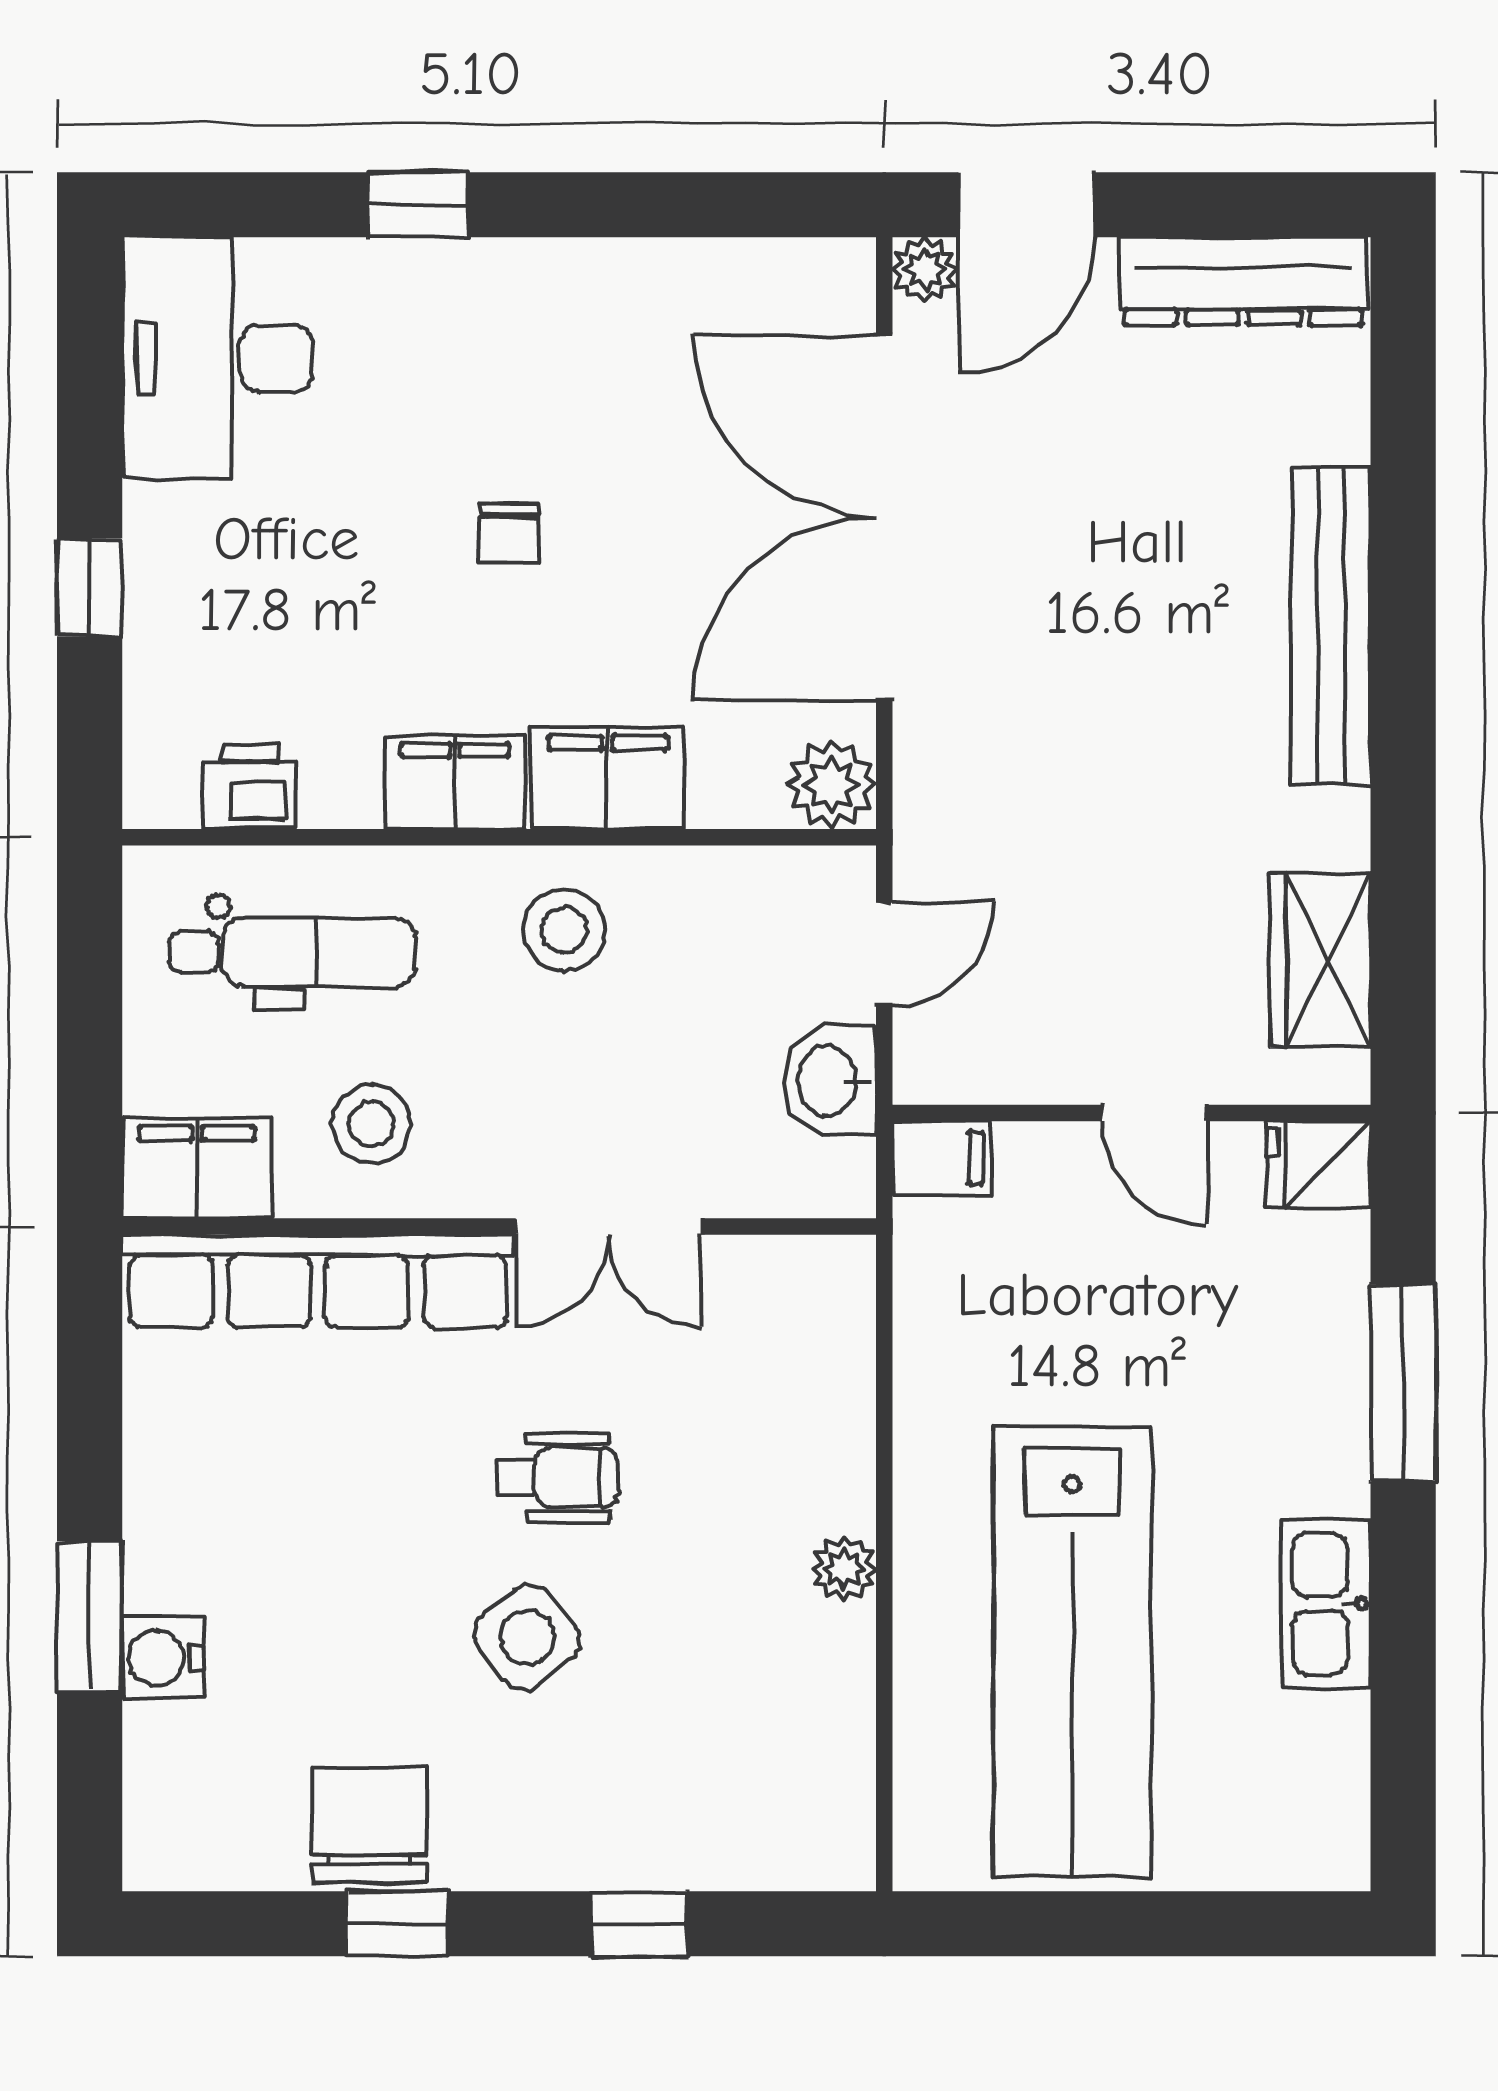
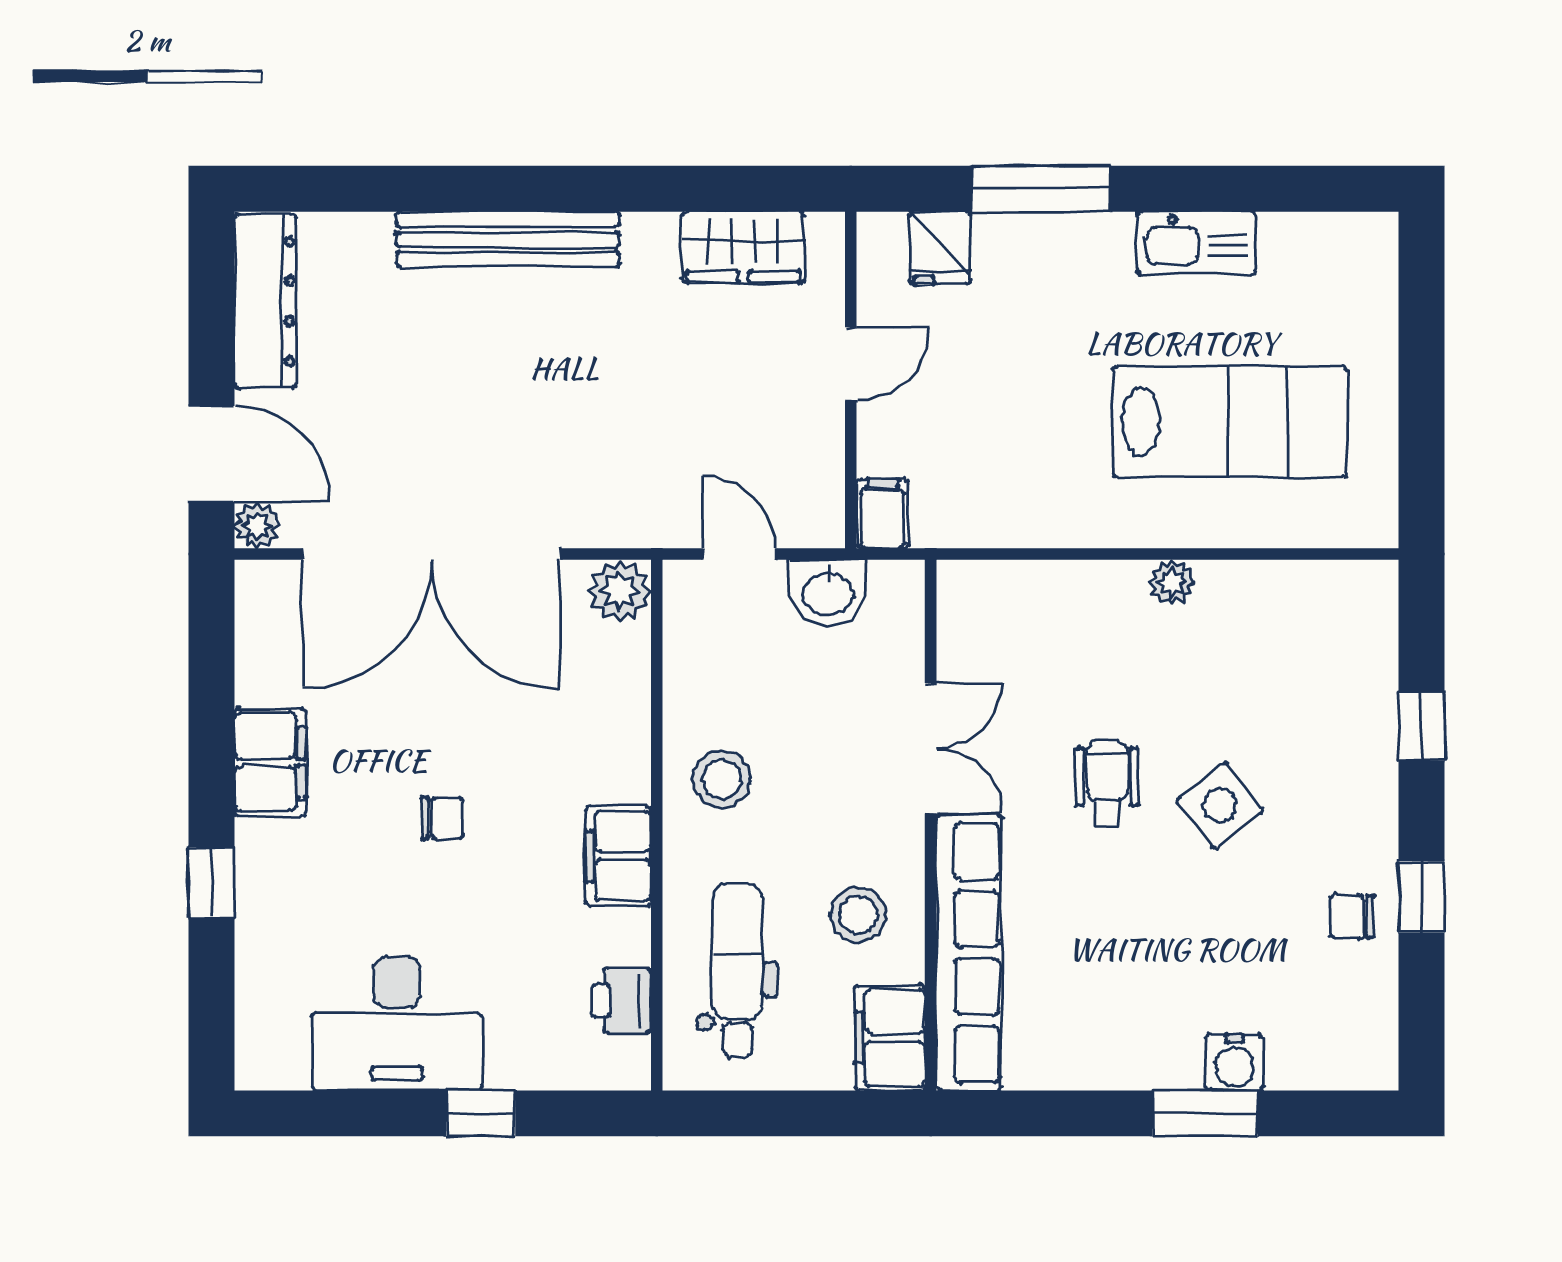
desk: (217, 358) -> (397, 1024), moved
filing cabinet: (608, 778) -> (270, 762), moved, turned 180
fridge: (1319, 1165) -> (940, 248), moved
lab bench: (1072, 1651) -> (1230, 422), width x0.73
chair: (369, 1825) -> (1352, 916), width x0.54, depth x0.54

